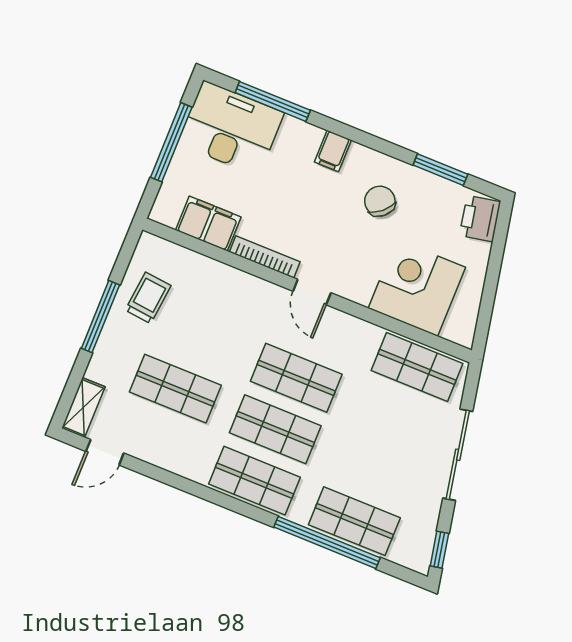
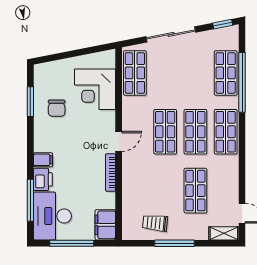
chair: (380, 201) -> (57, 108), moved, turned -49
printer: (480, 219) -> (43, 179), moved, turned -79
filing cabinet: (208, 223) -> (105, 225), moved

